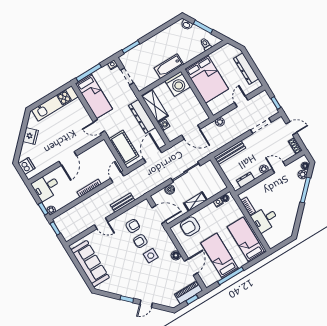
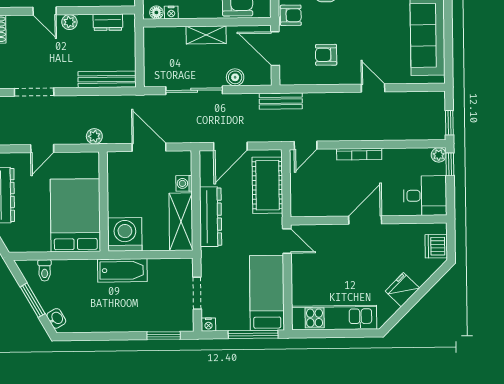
bench: (123, 203) -> (281, 101), moved
armchair: (140, 241) -> (291, 15), moved

